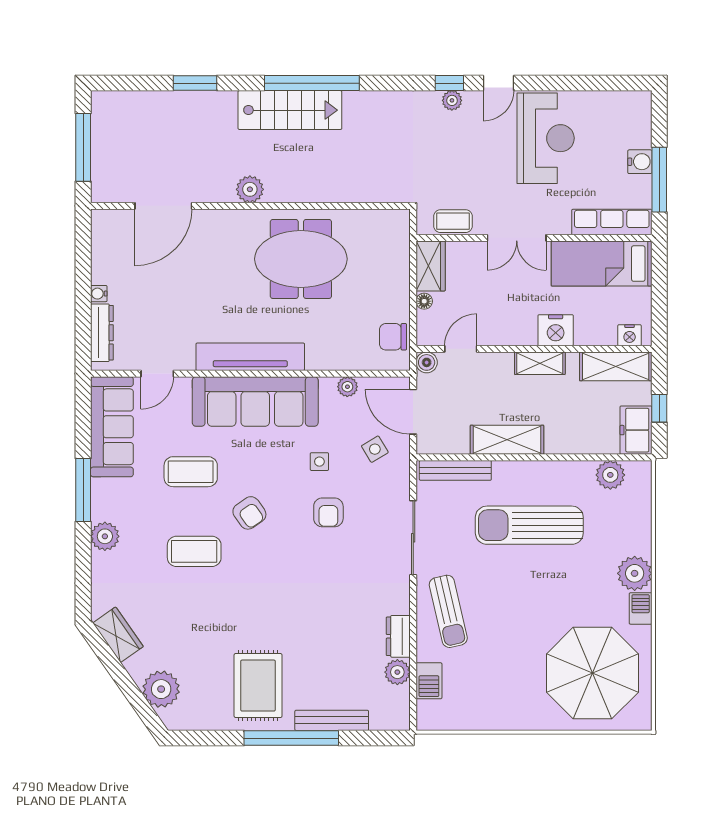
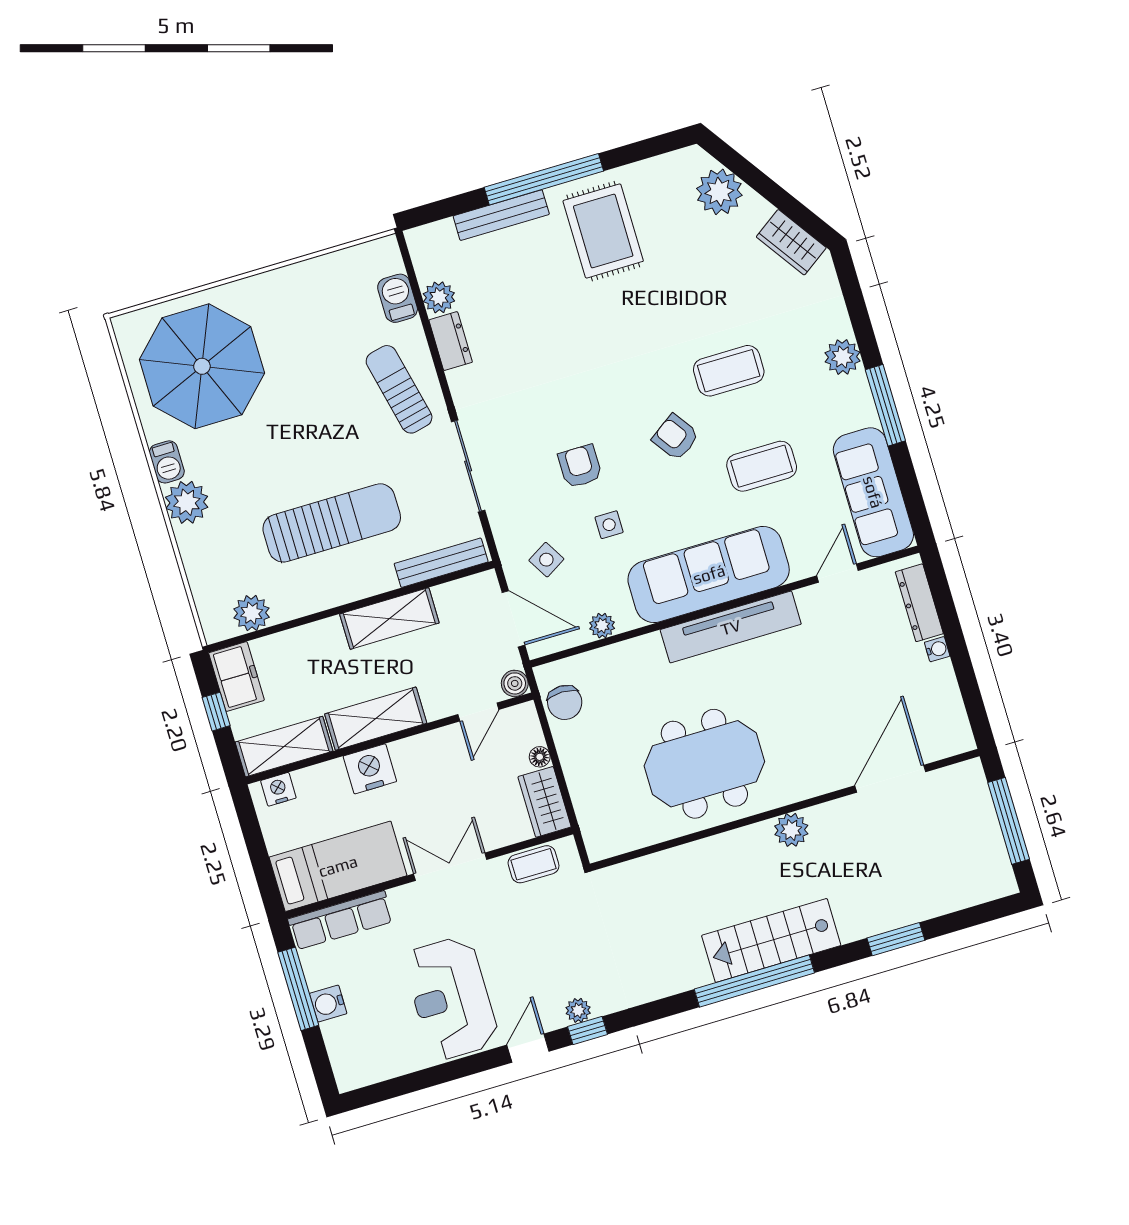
chair: (393, 337) -> (565, 702), turned 90
shelving: (540, 363) -> (376, 719), width x1.50, depth x1.33

